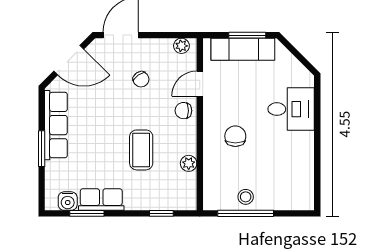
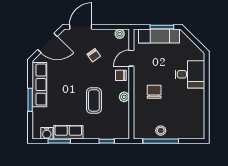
plant: (189, 163) -> (124, 97), moved

